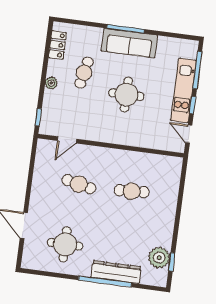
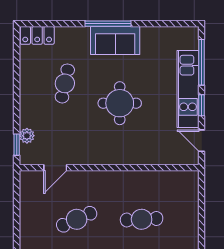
sofa: (129, 43) -> (115, 40), width x0.73
locker: (58, 45) -> (37, 35), moved, turned 90
plant: (51, 83) -> (27, 136), moved
cafe table: (79, 184) -> (77, 219), turned -36

